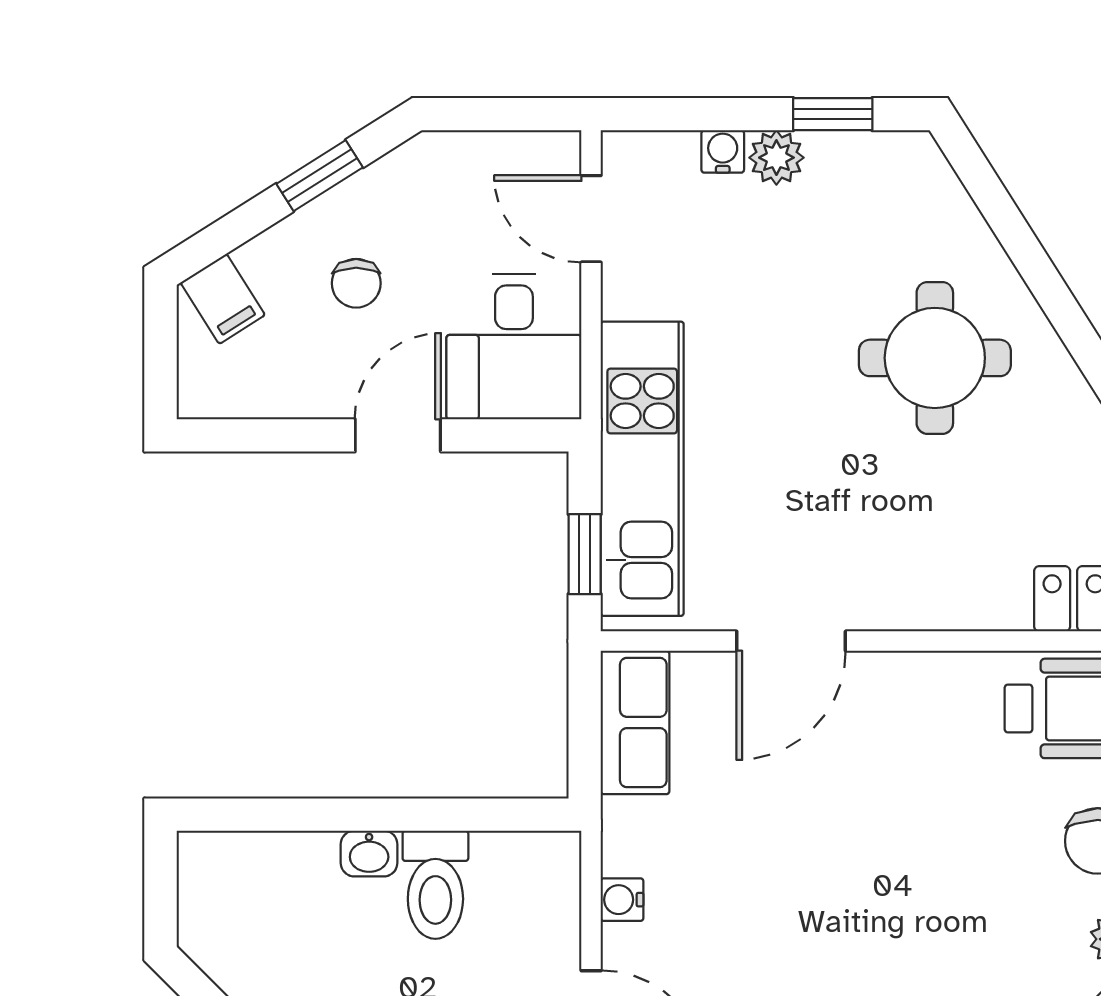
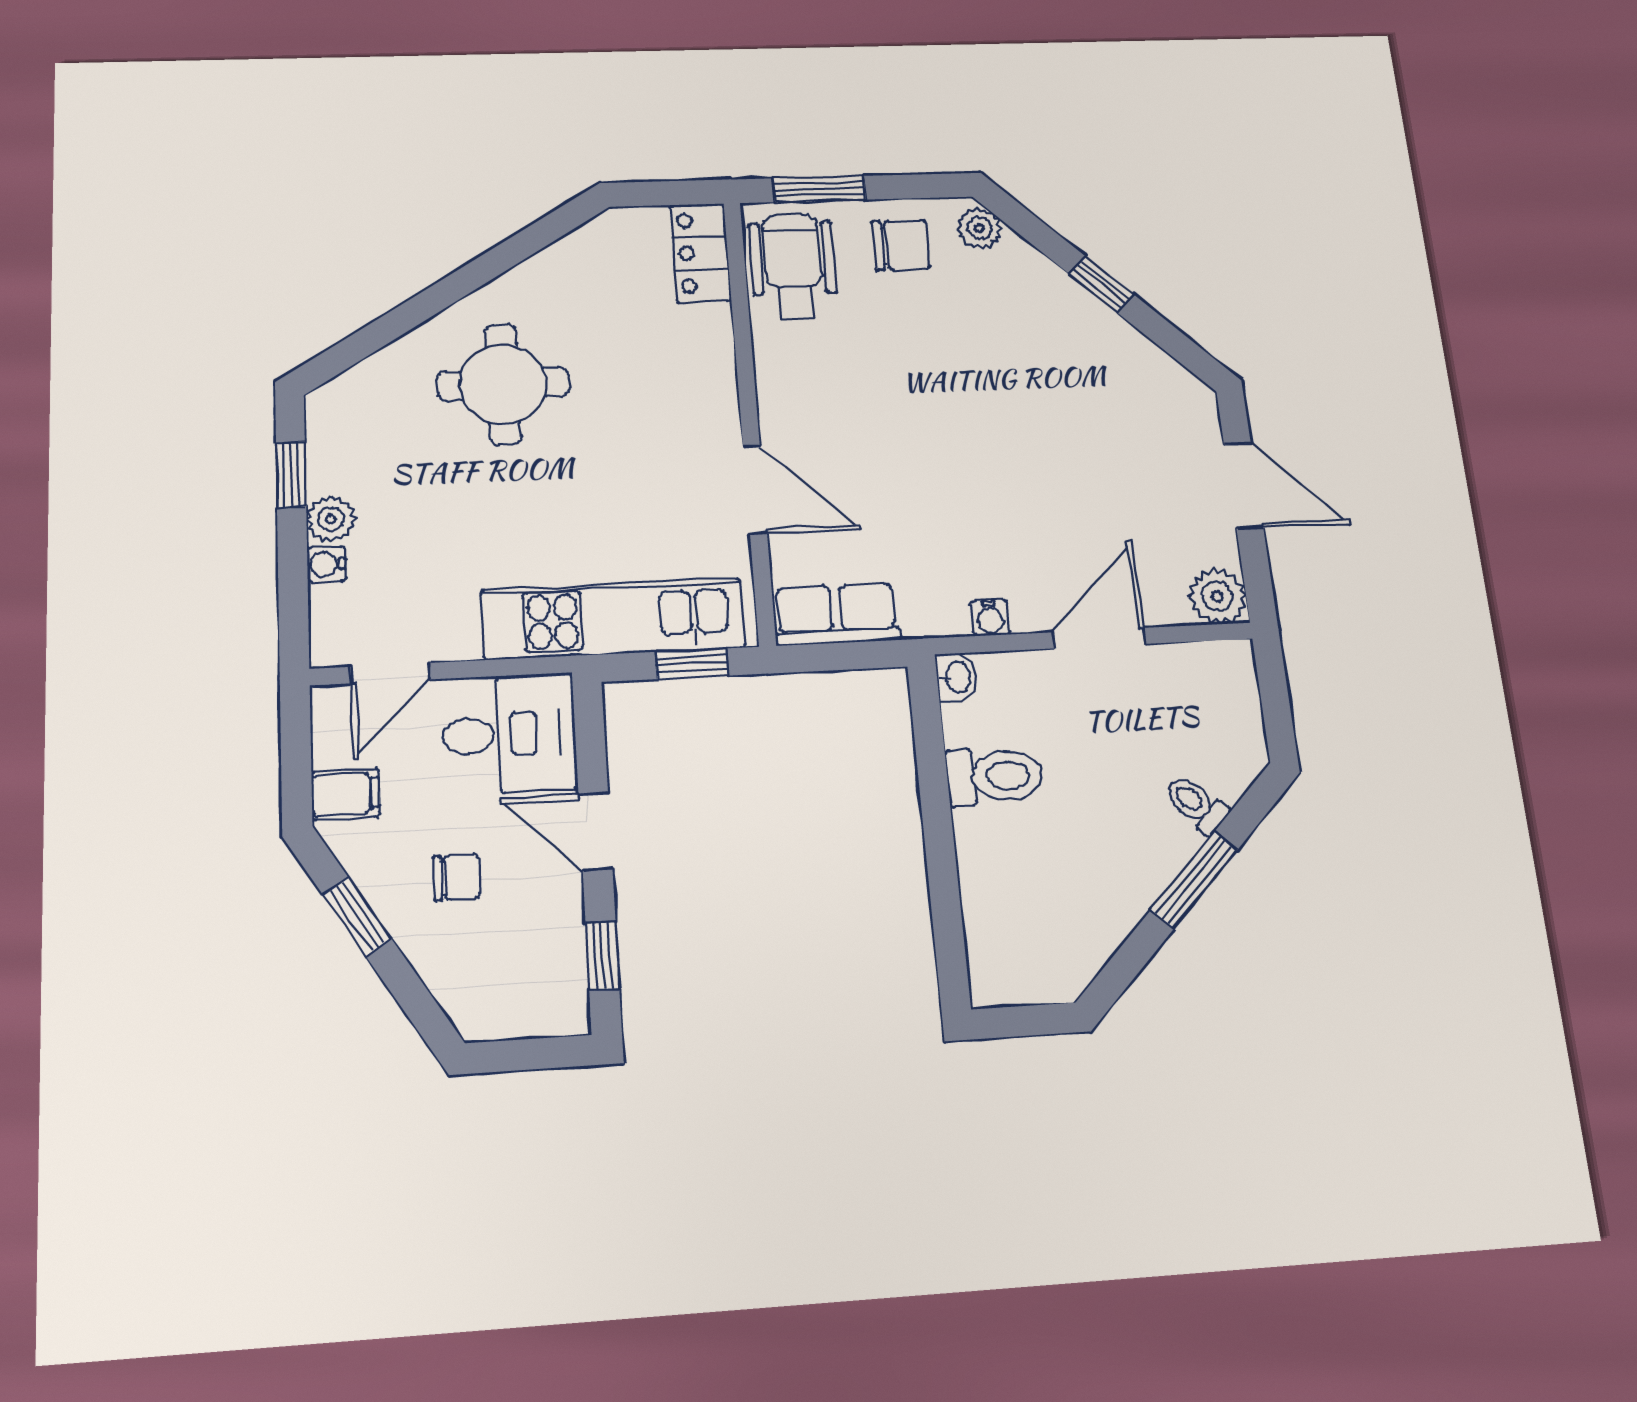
filing cabinet: (223, 299) -> (346, 794), moved, turned 32
window: (261, 435) -> (602, 955), added
washbasin: (369, 854) -> (957, 677), moved

